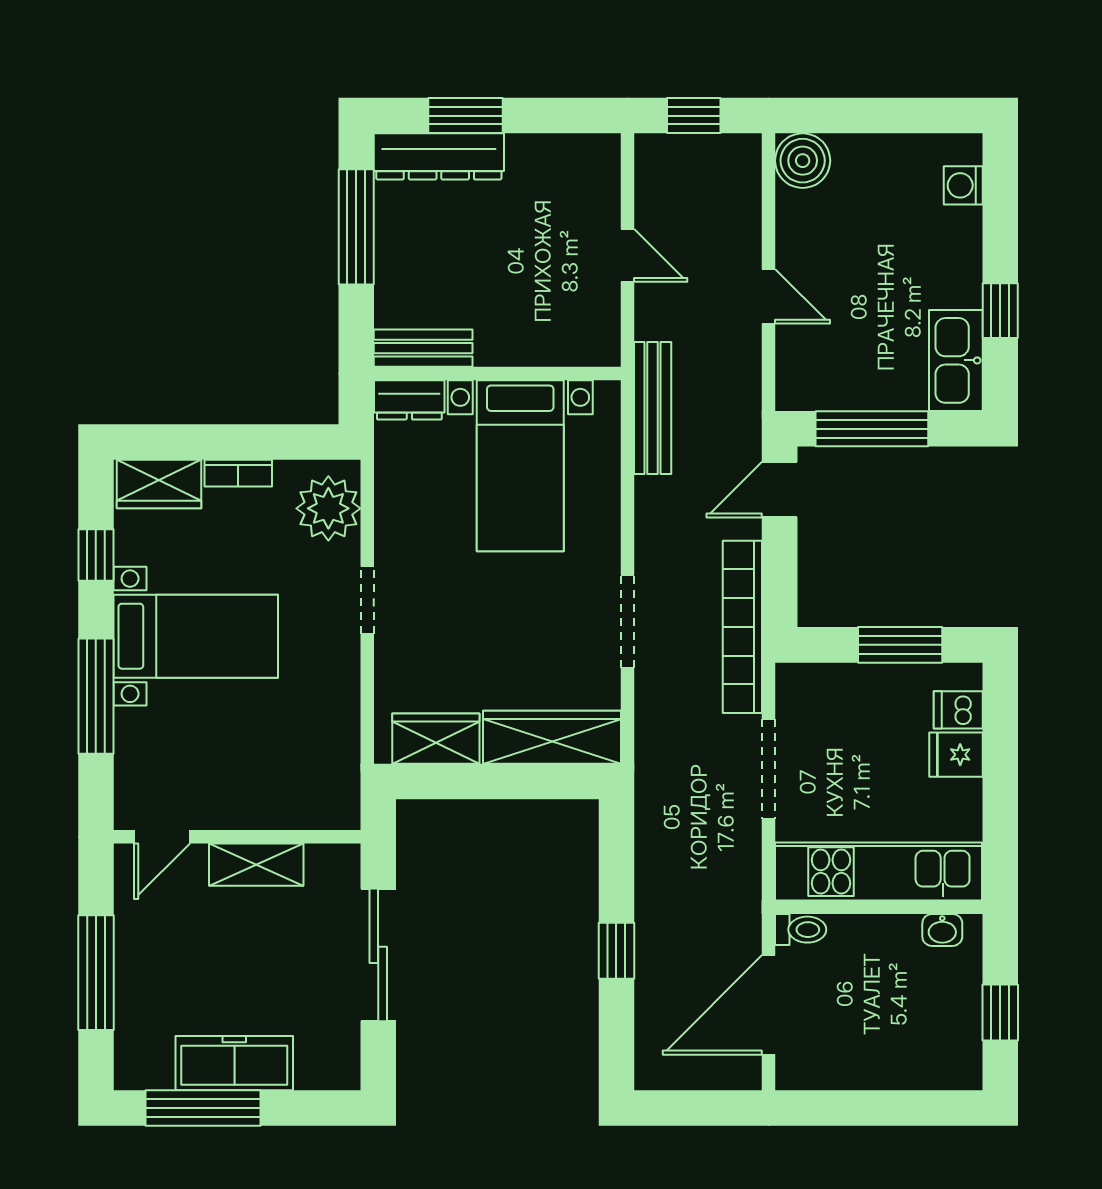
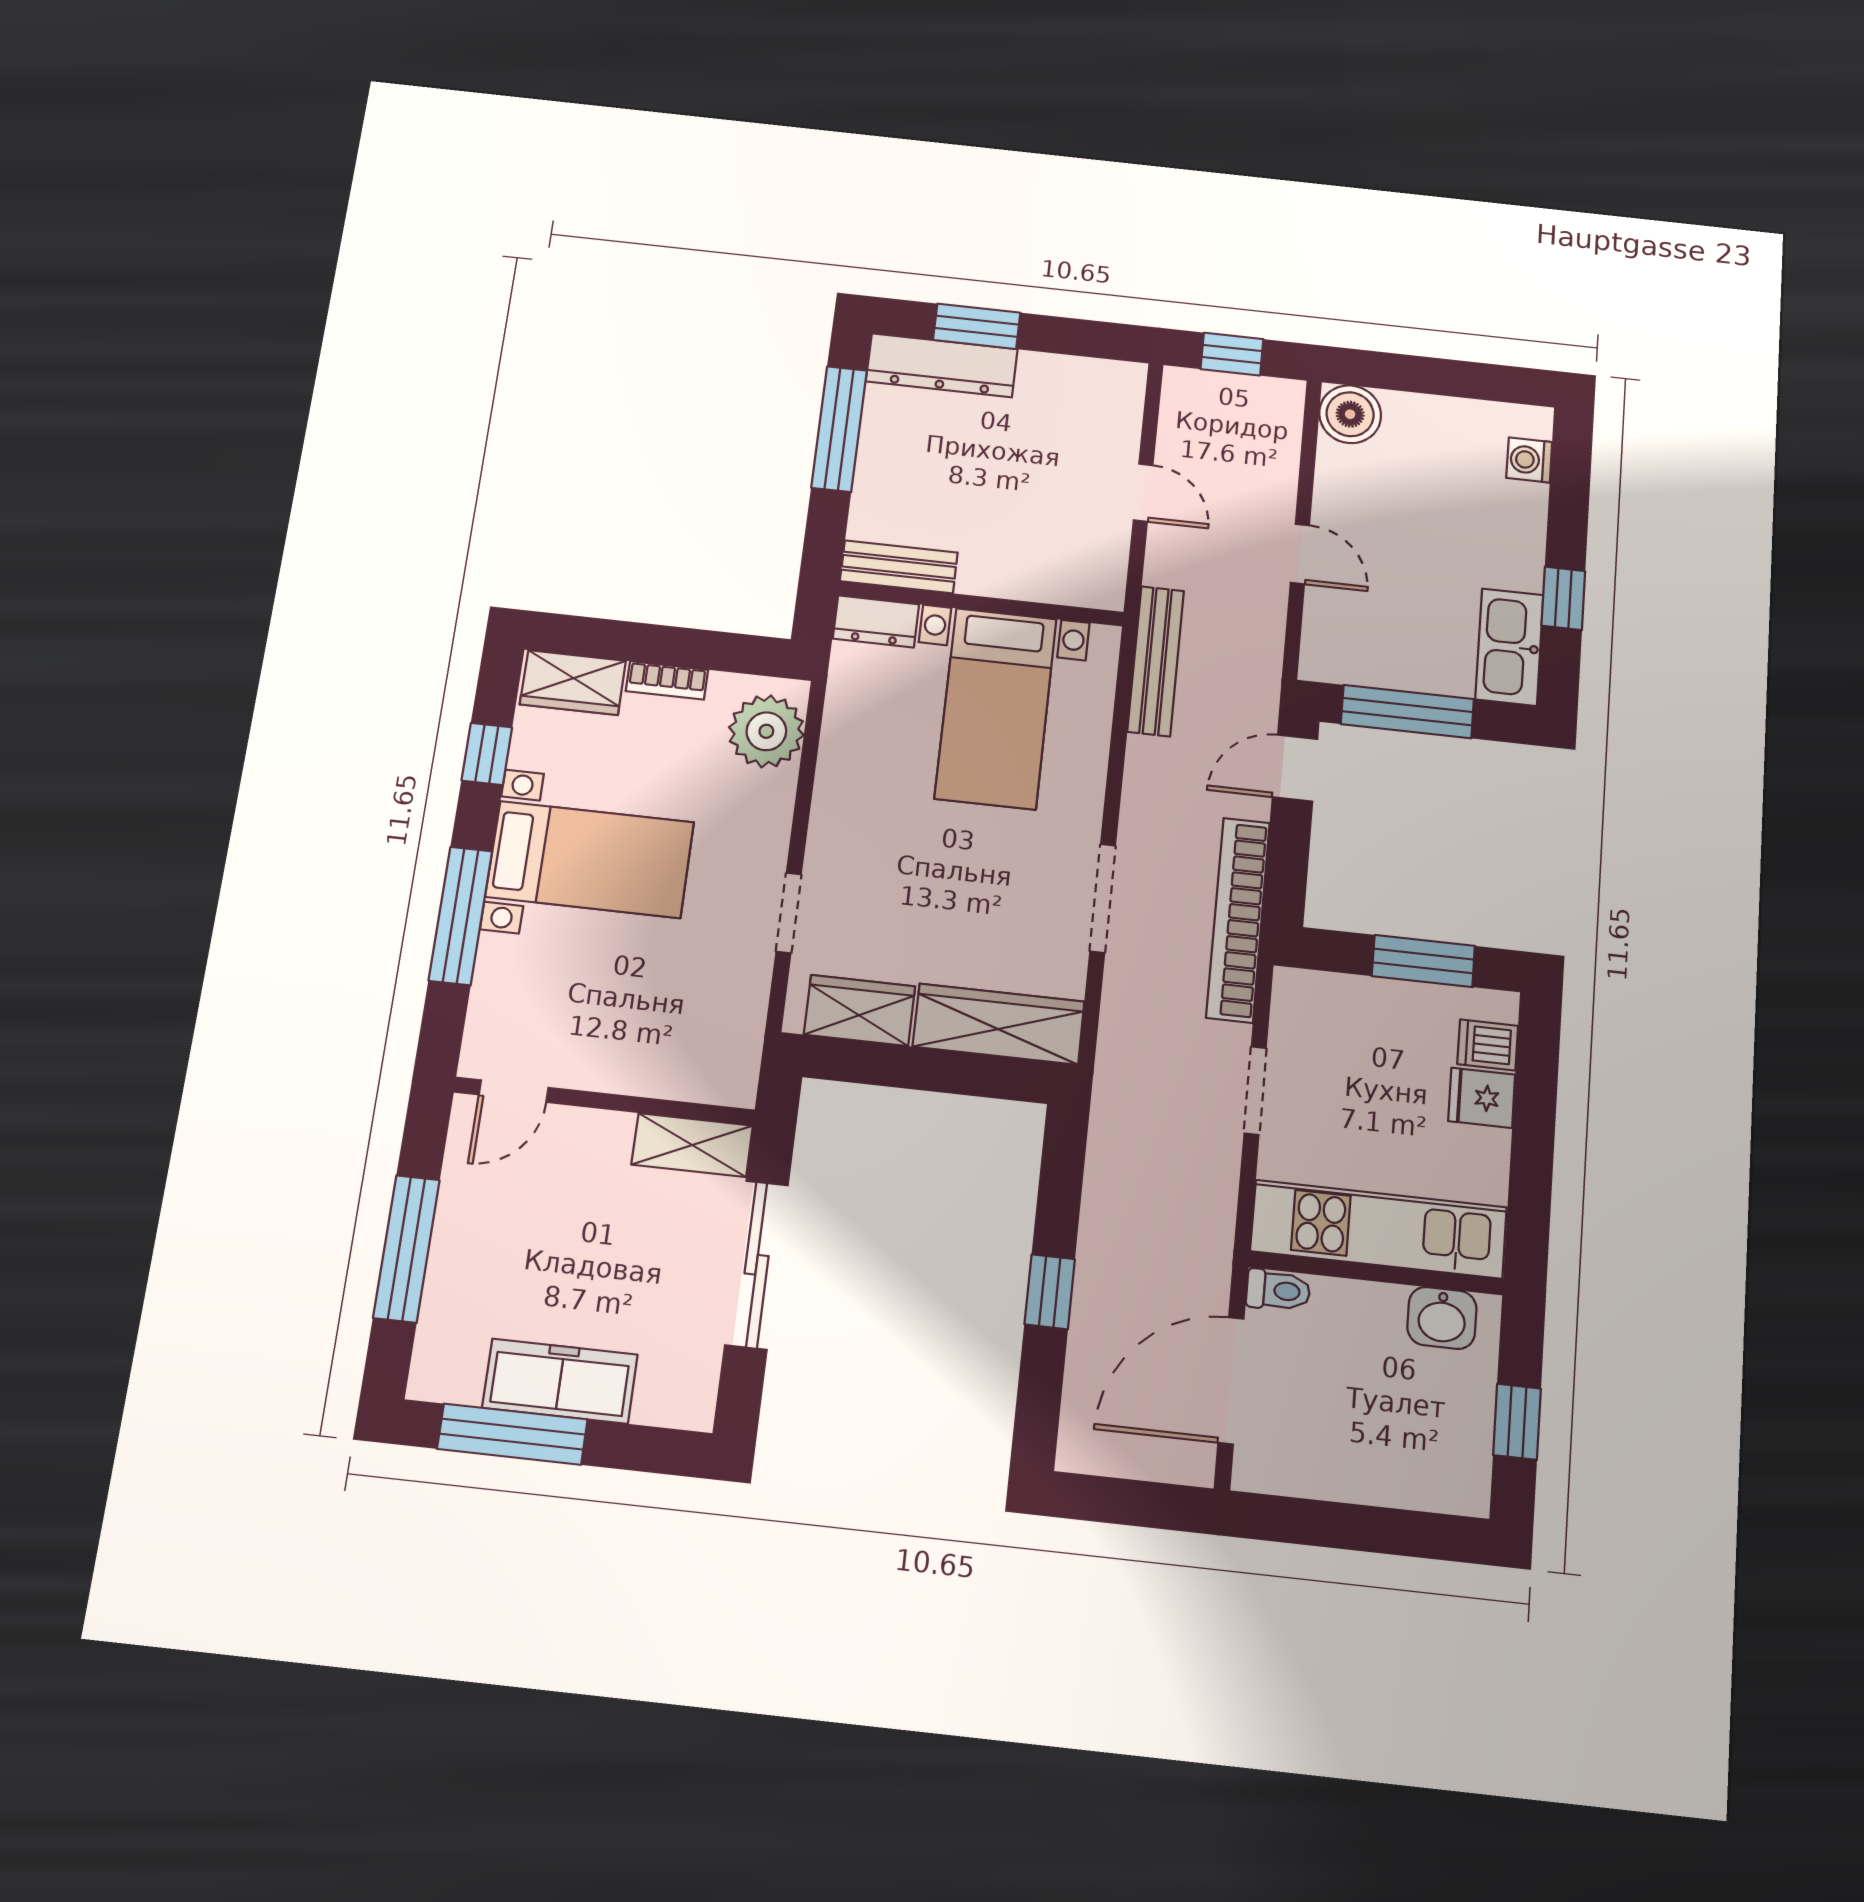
doorway: (367, 600) -> (789, 913), moved
doorway: (769, 769) -> (1255, 1091), width x0.73
shelving: (256, 865) -> (692, 1145), moved
washbasin: (942, 930) -> (1442, 1318), width x1.38, depth x1.45

